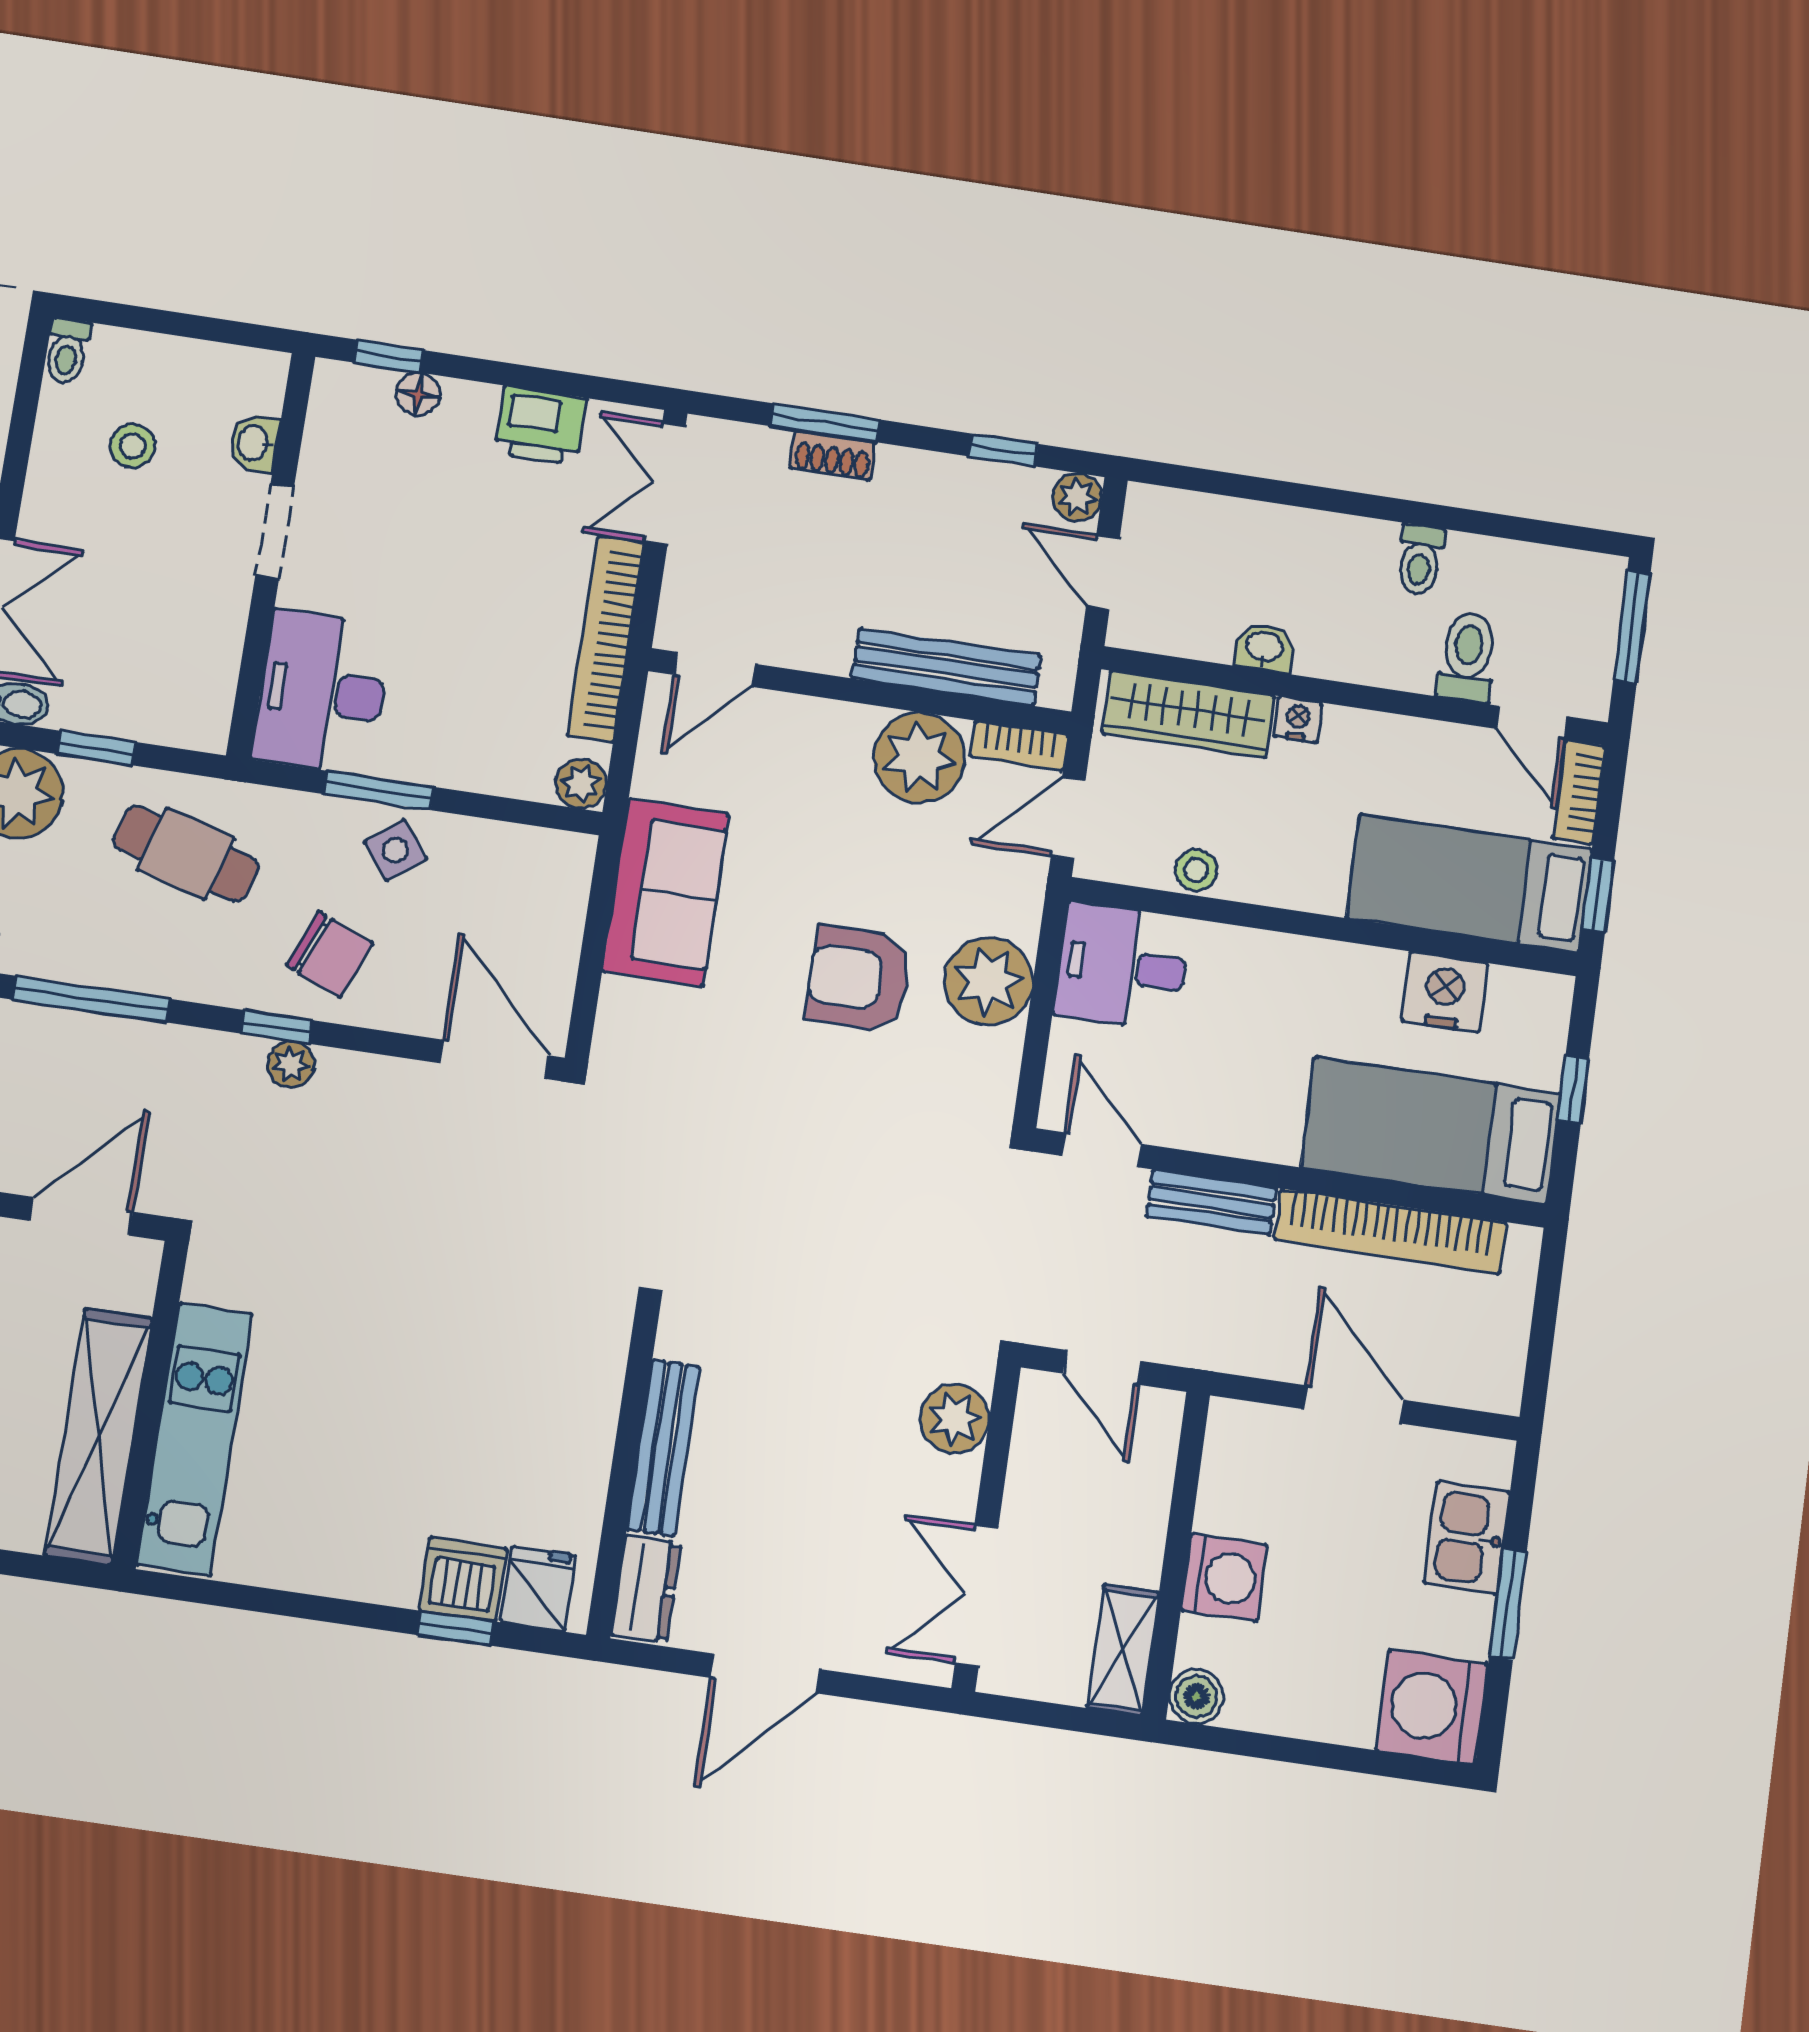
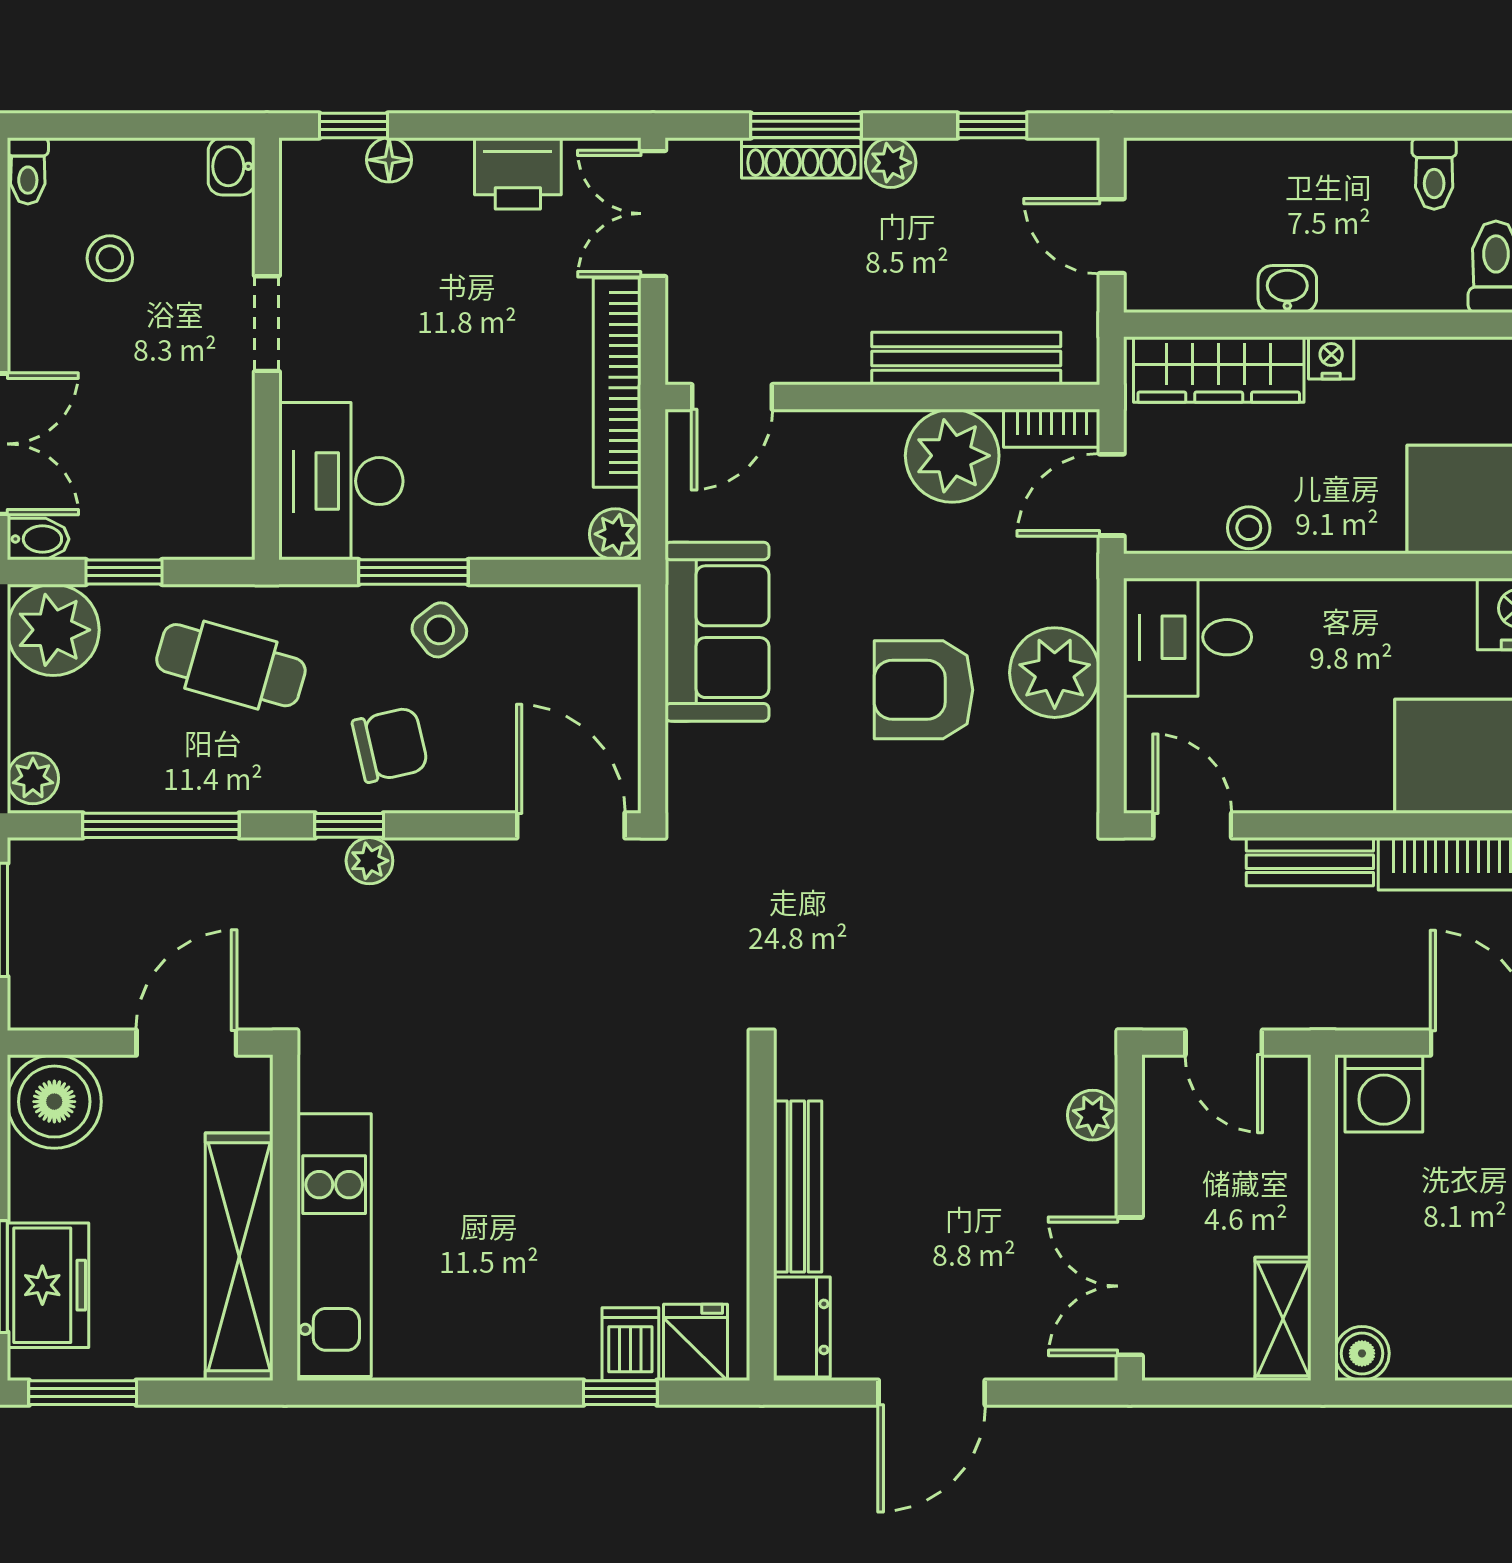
washbasin: (254, 443) -> (232, 166), moved
shoe rack: (833, 455) -> (801, 158), width x1.43
plant: (1077, 497) -> (891, 163), moved
chair: (329, 954) -> (390, 745), turned -35
plant: (955, 1419) -> (1093, 1115), width x0.73, depth x0.73
washing machine: (1224, 1577) -> (1384, 1093), moved, turned 90
dishwasher: (463, 1579) -> (630, 1344), width x0.73

